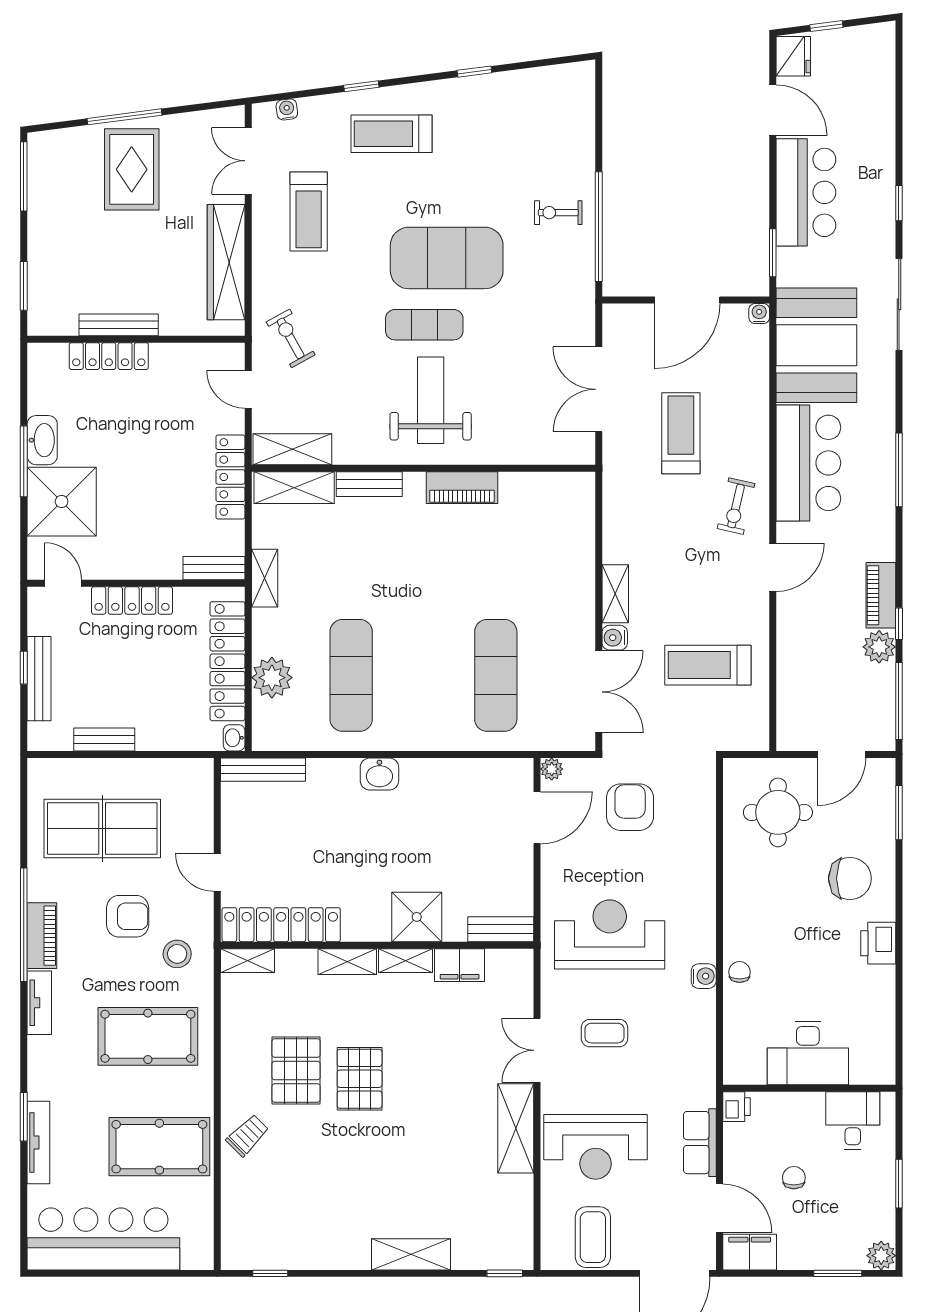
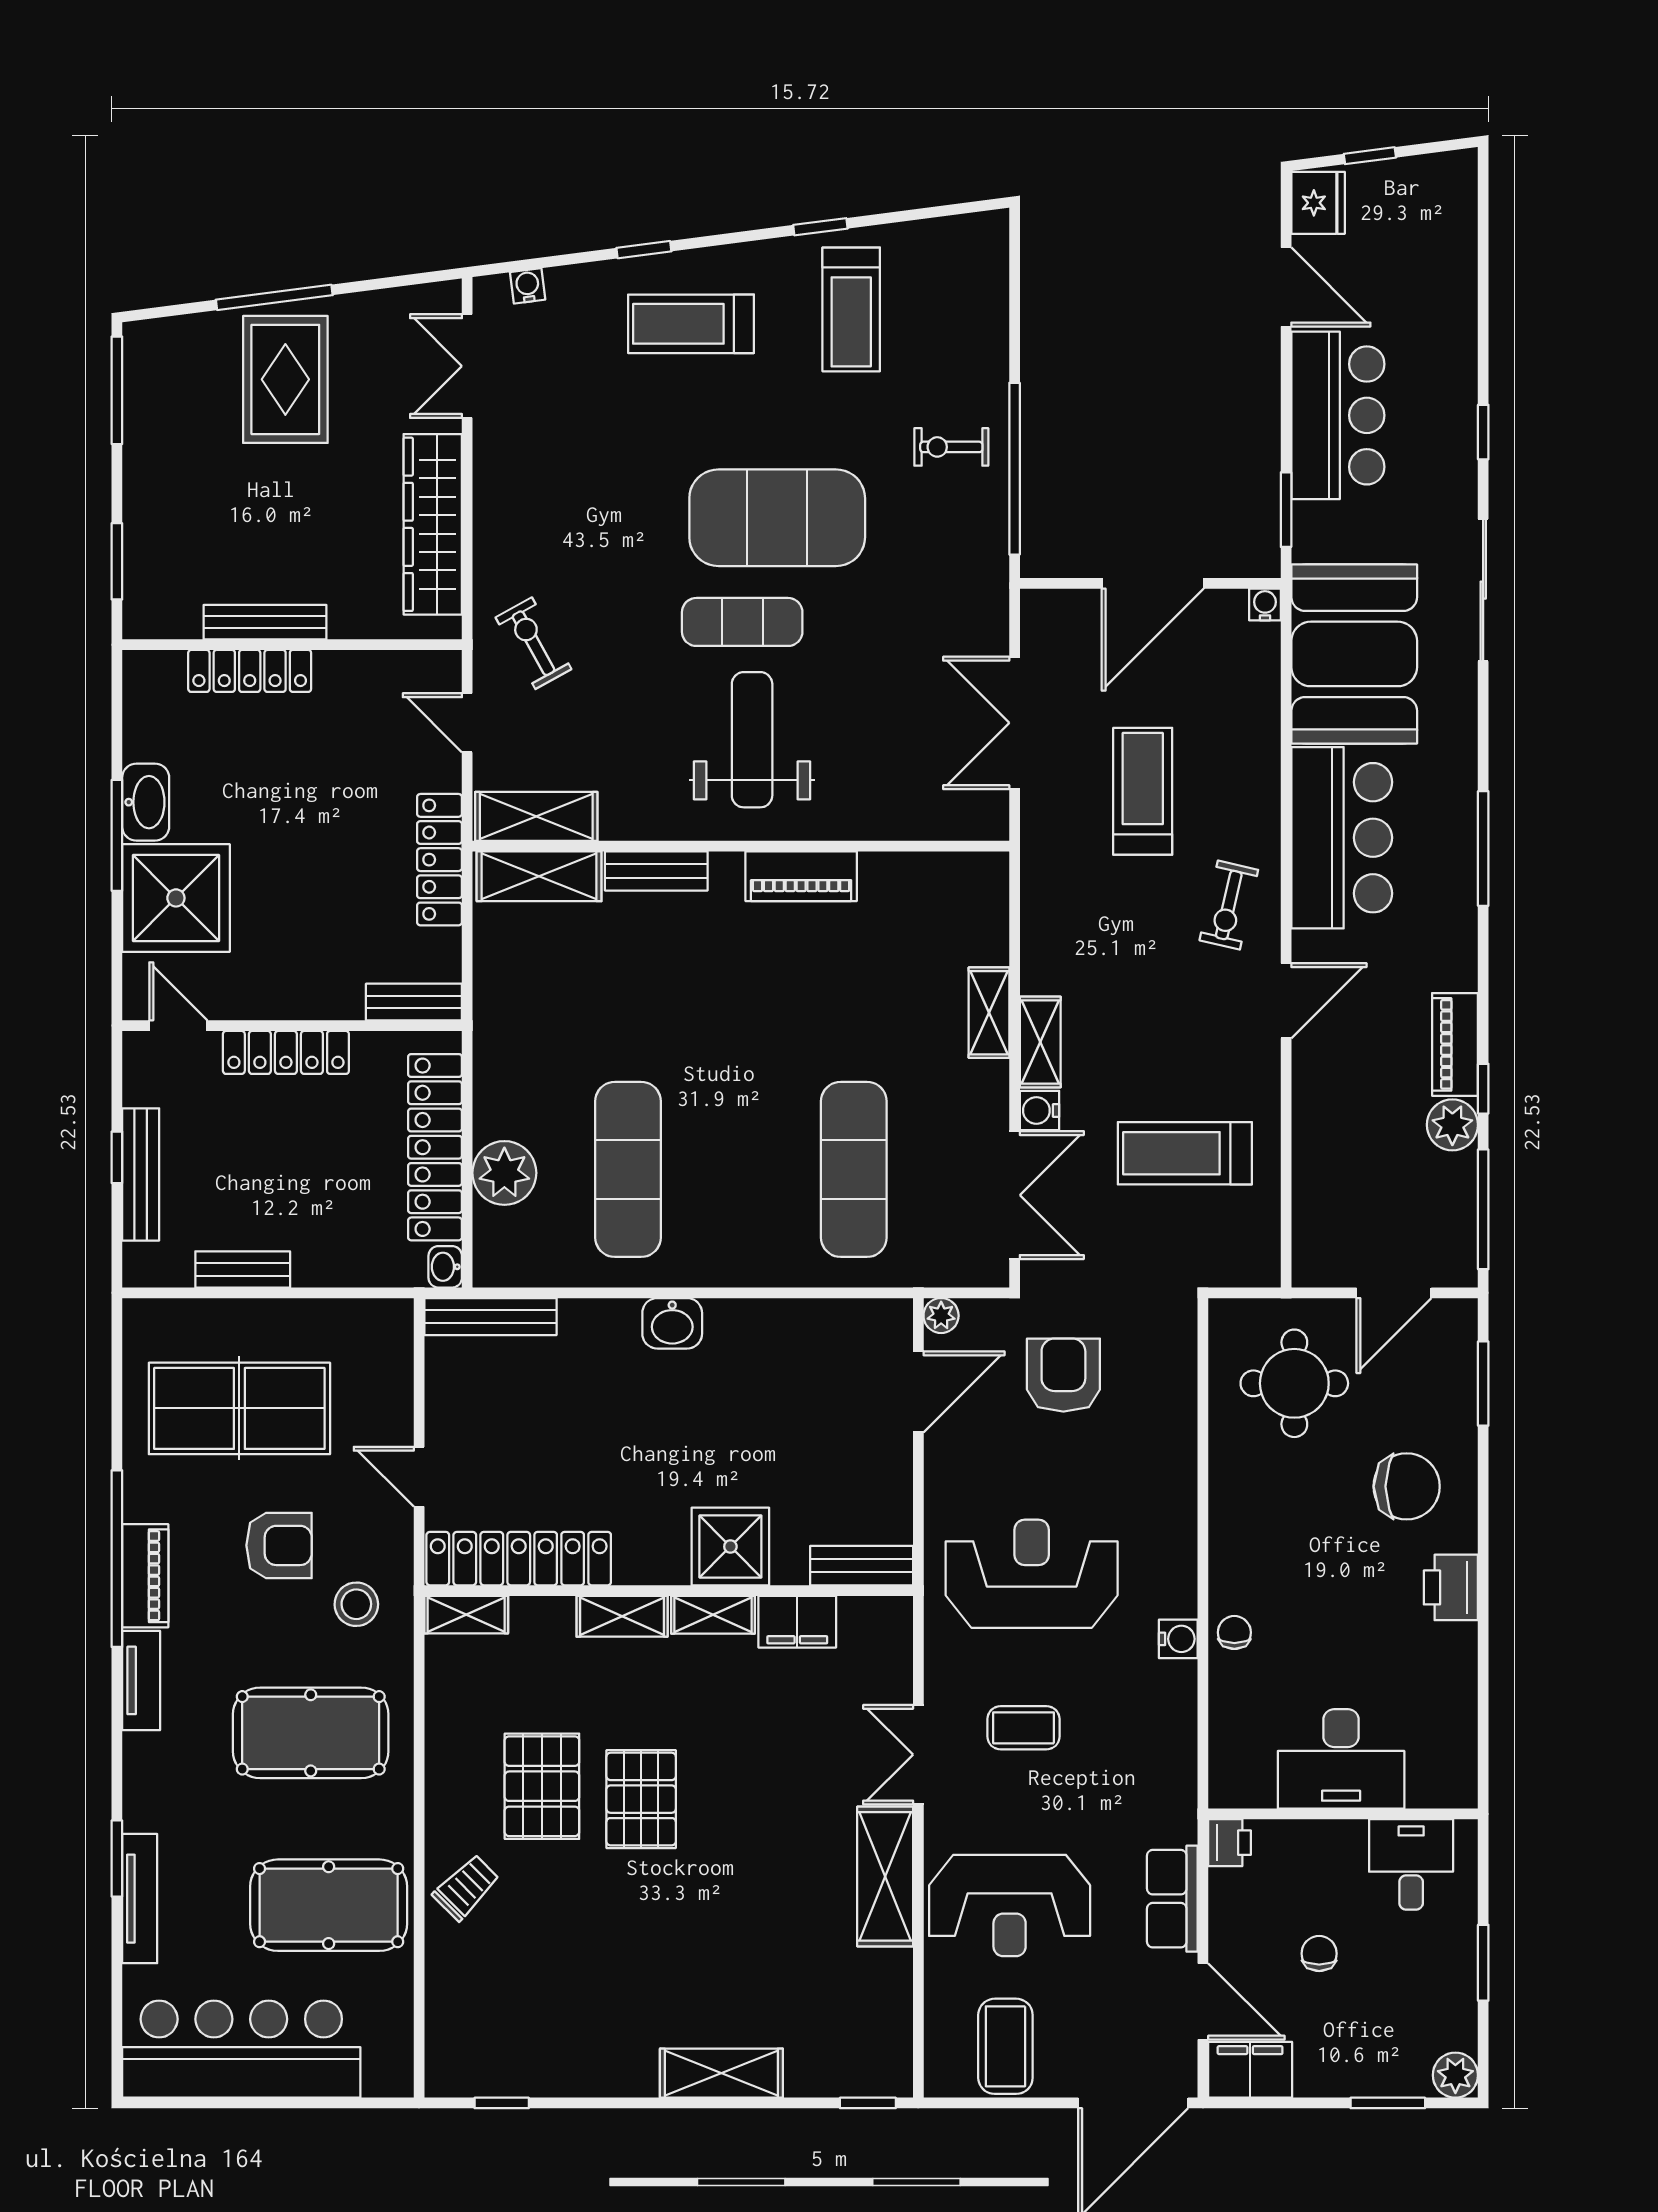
treadmill: (309, 212) -> (851, 309), moved
shelving: (265, 578) -> (989, 1013), moved

